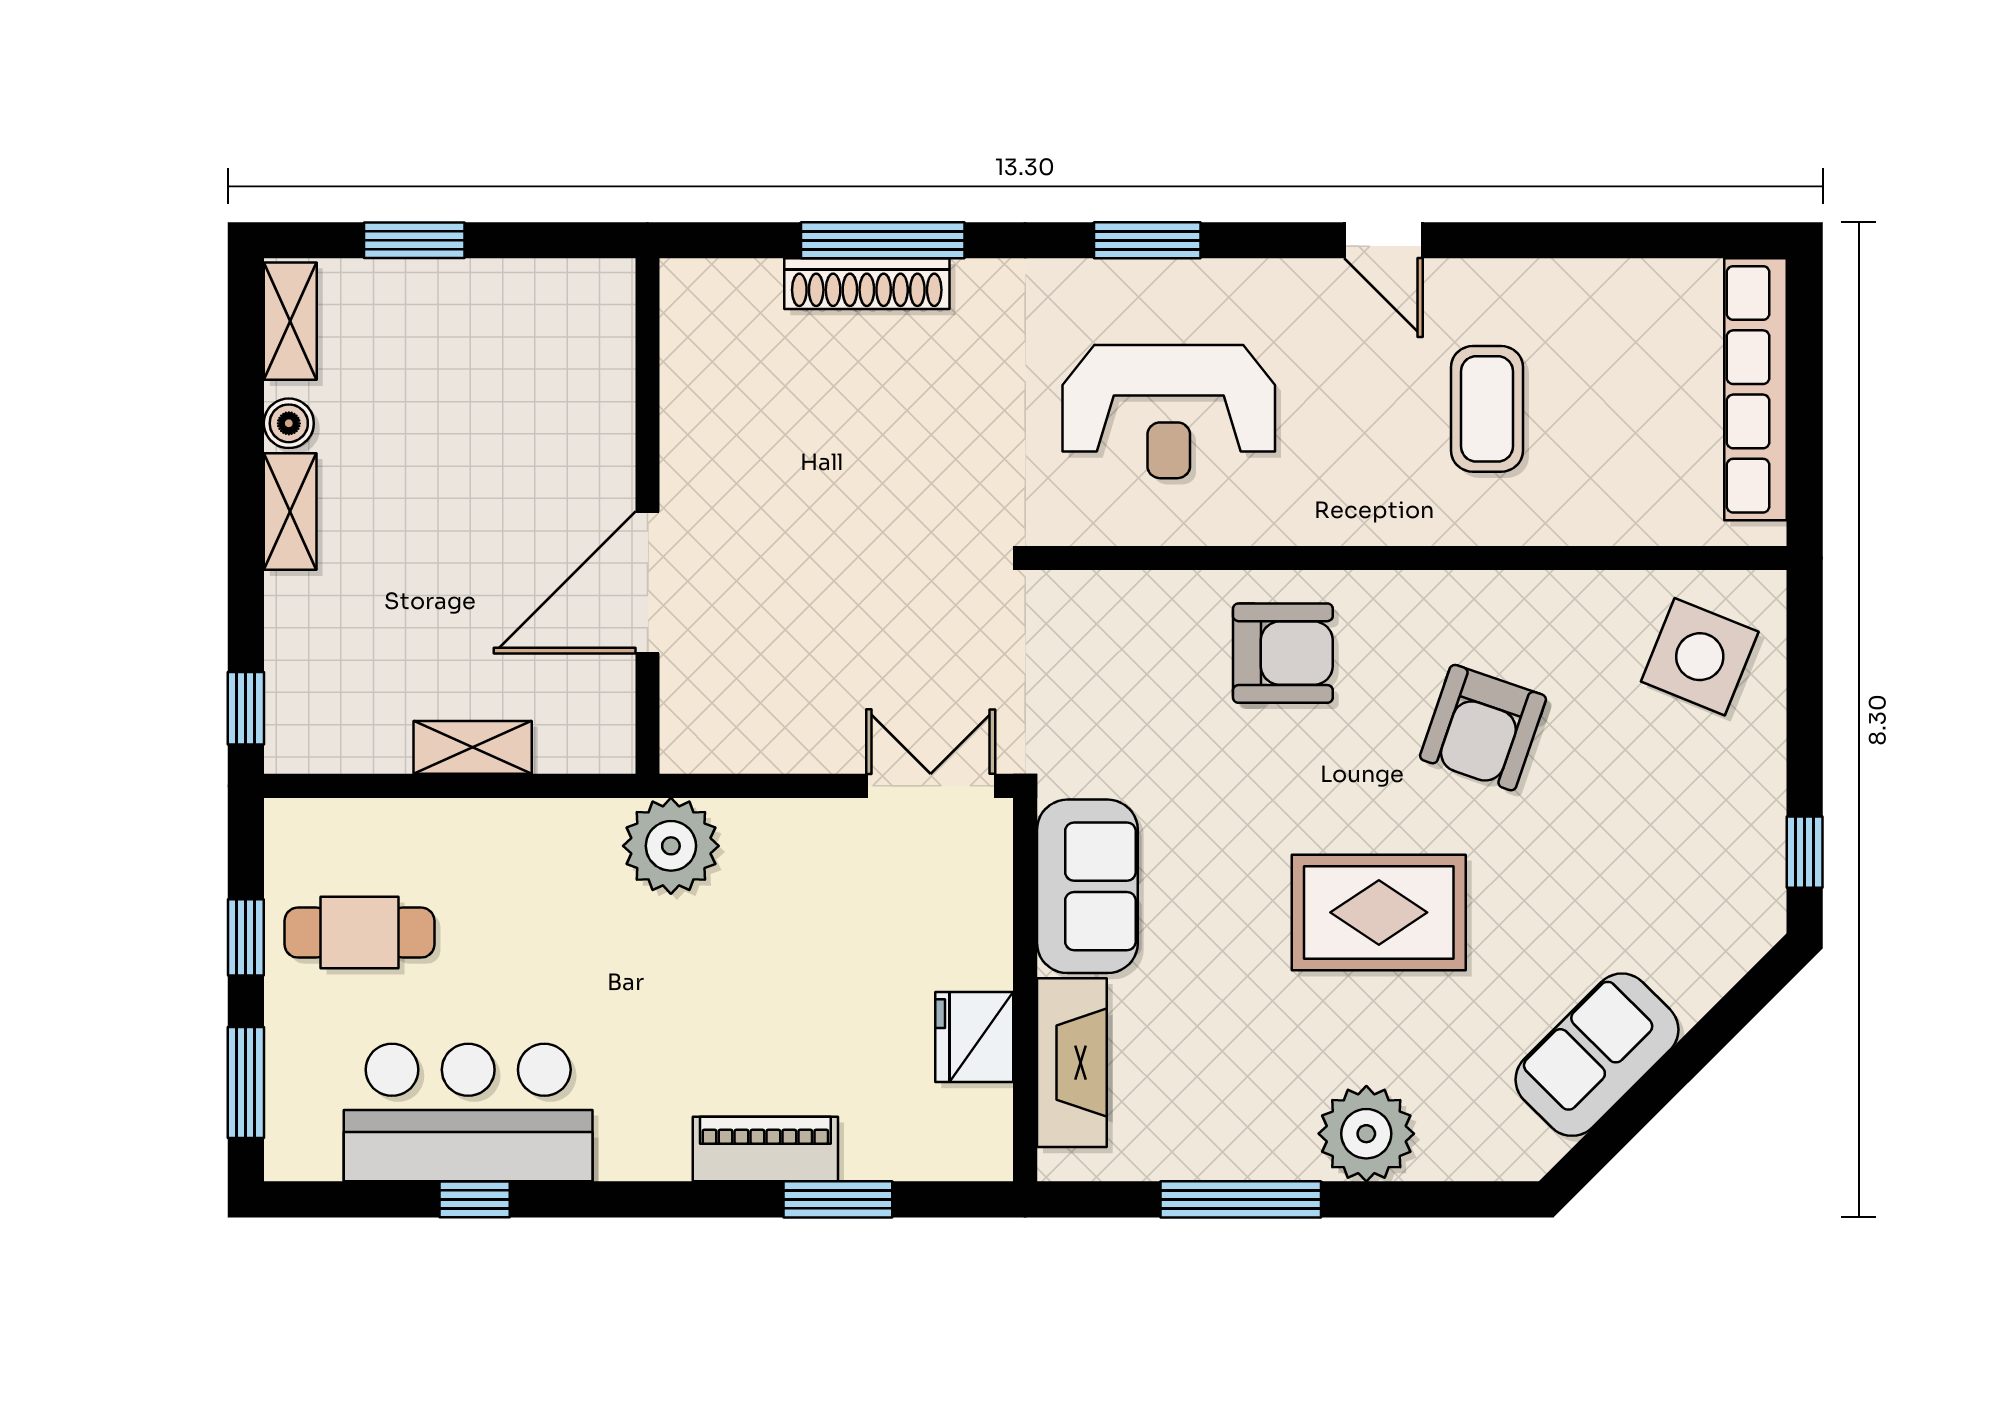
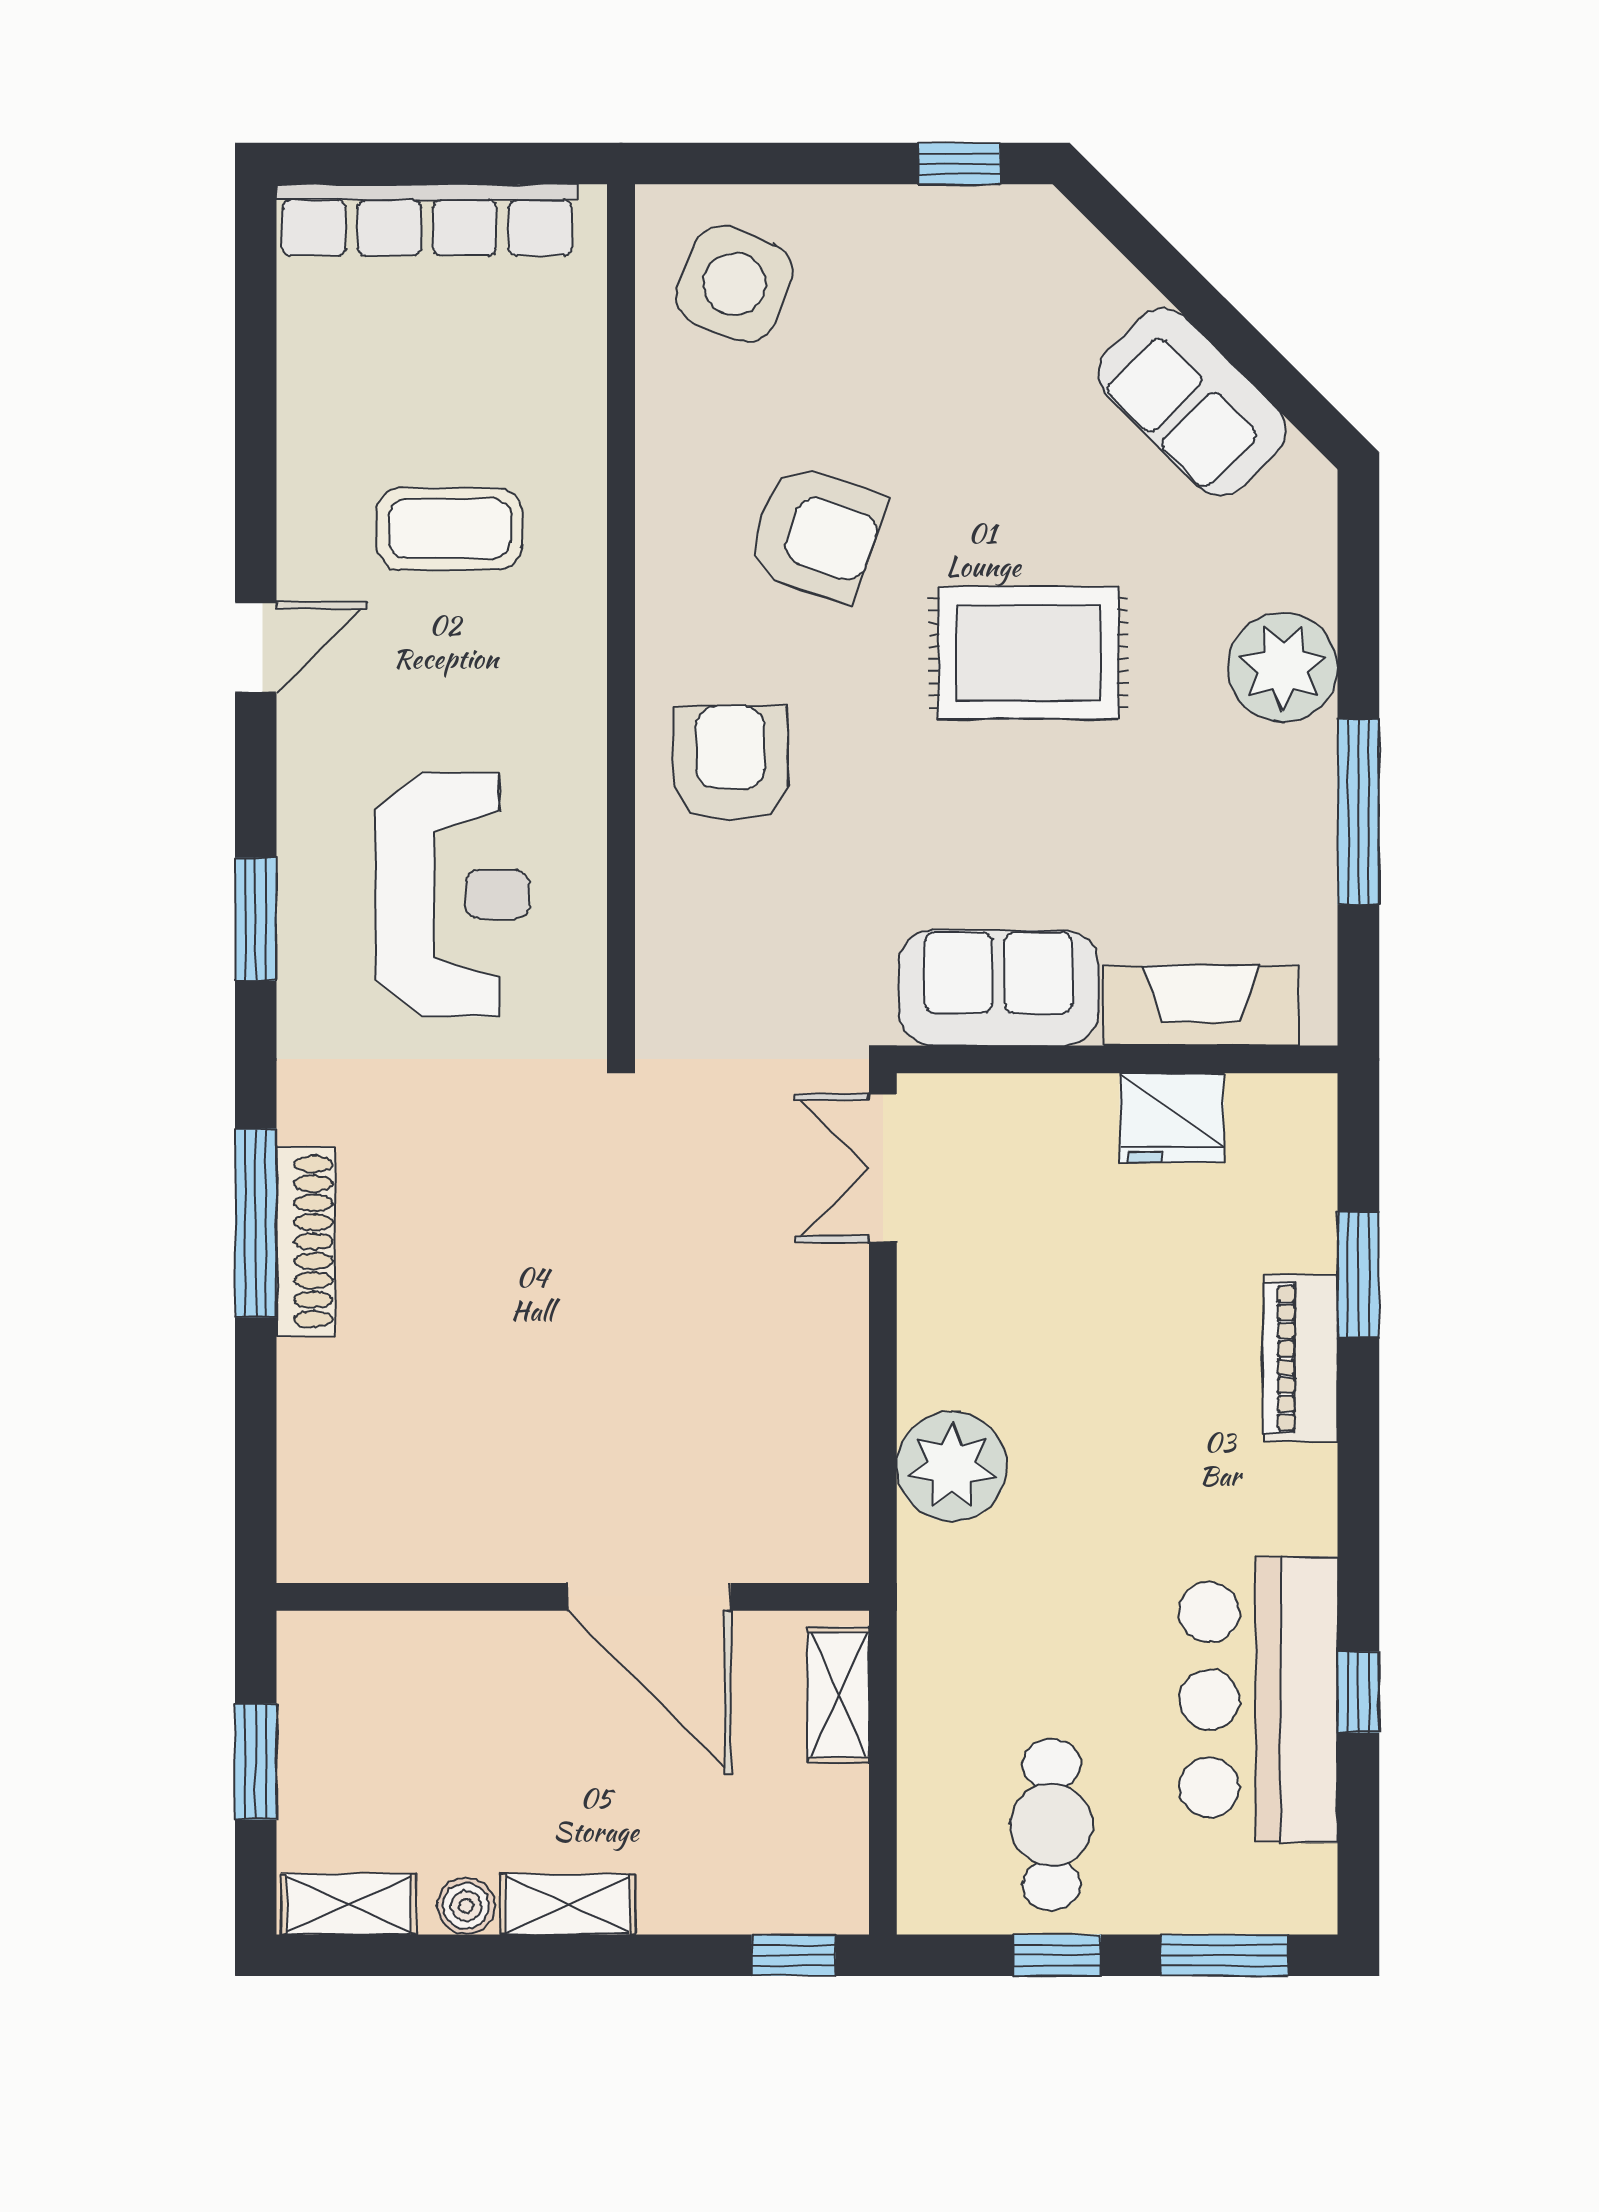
wall: (648, 516) -> (573, 1597), moved
door: (648, 582) -> (649, 1597), moved
rug: (1379, 912) -> (1028, 653), turned 90

